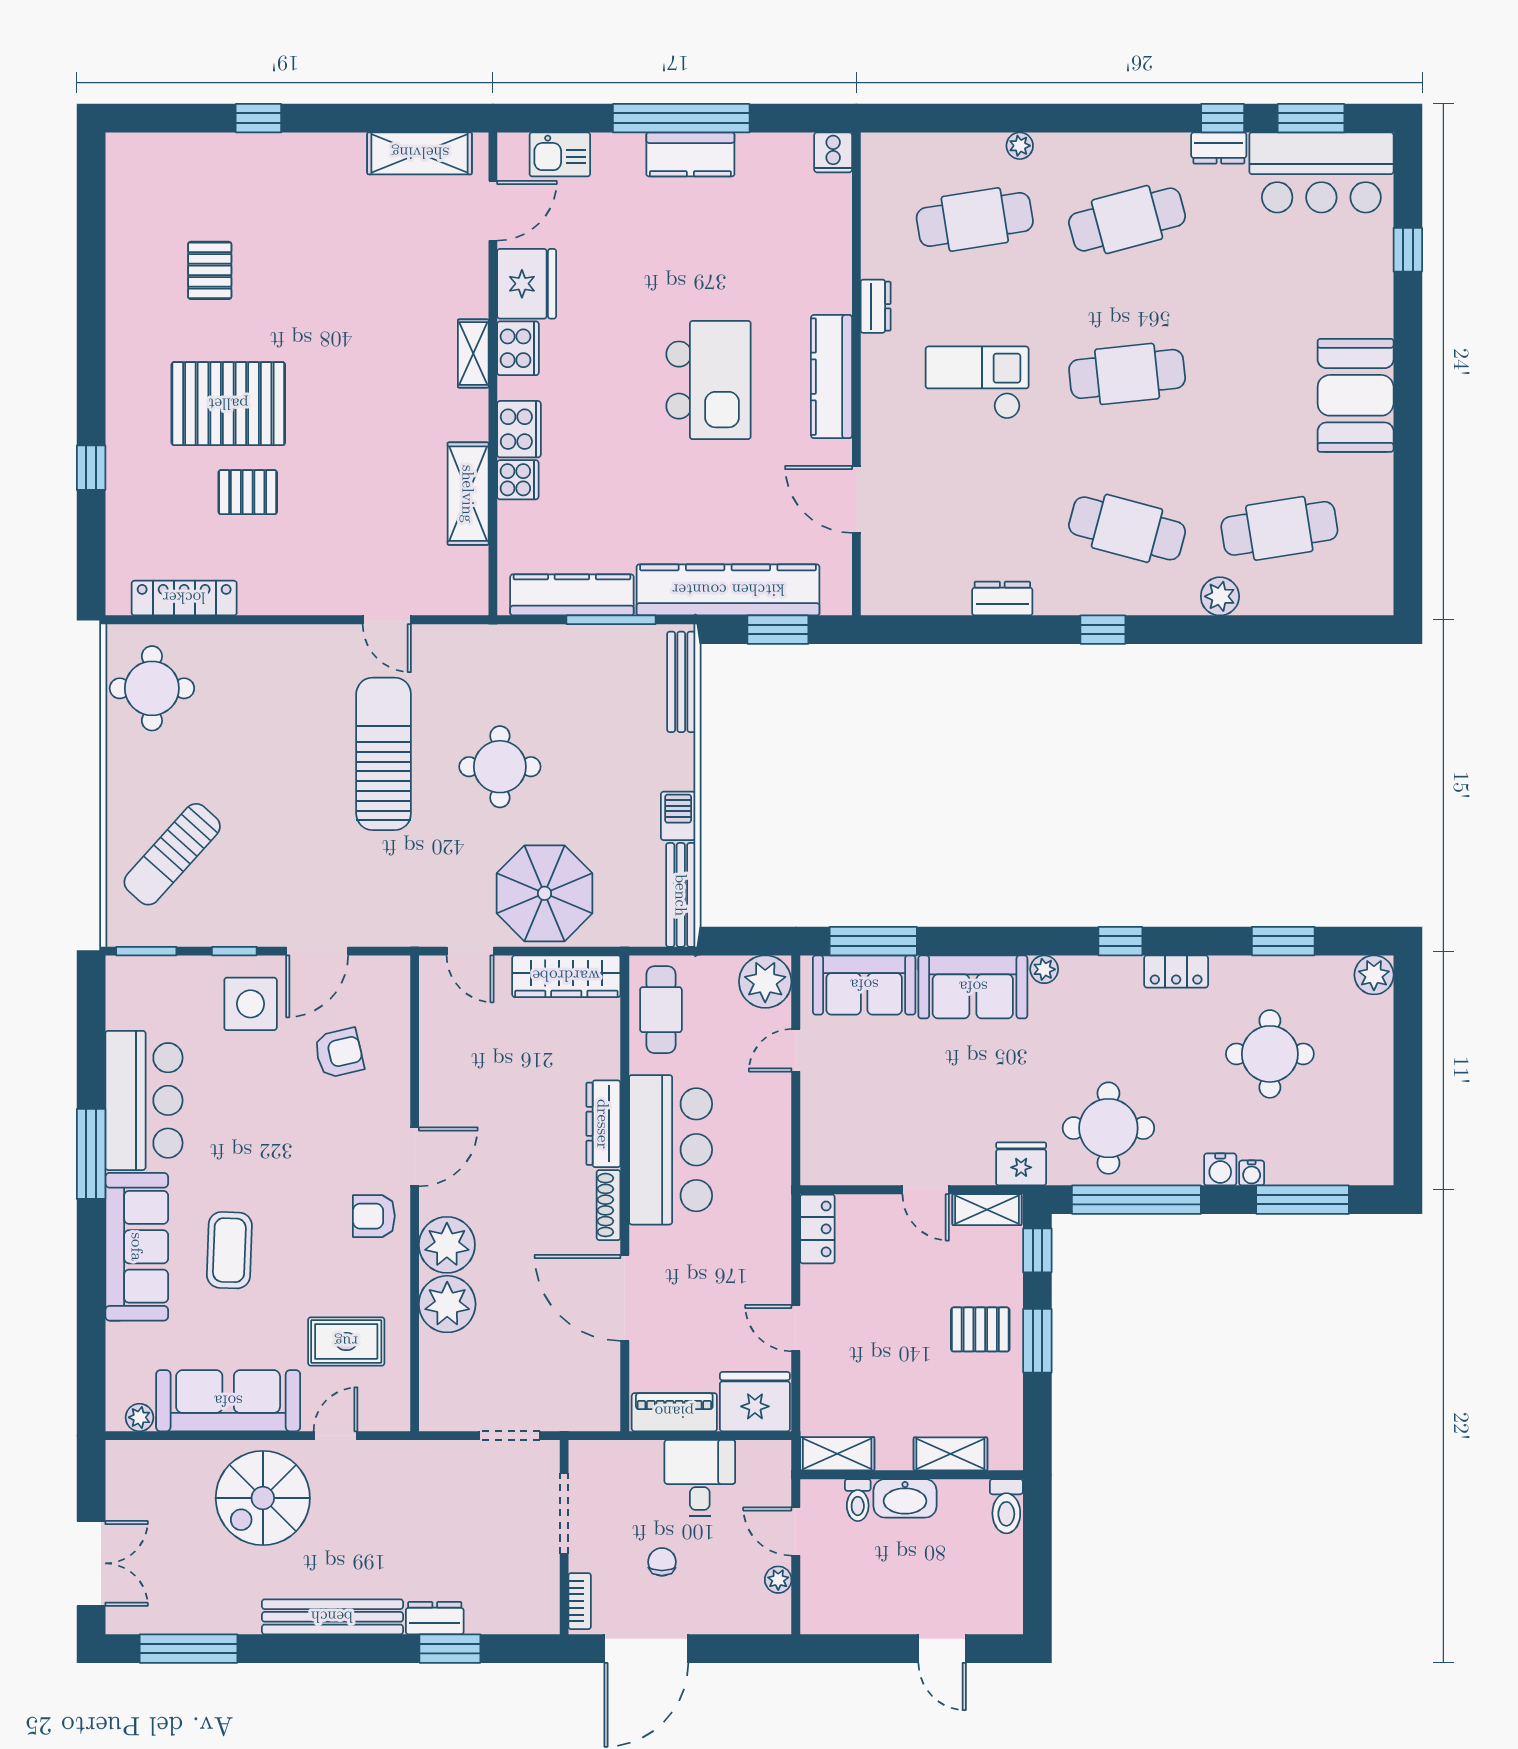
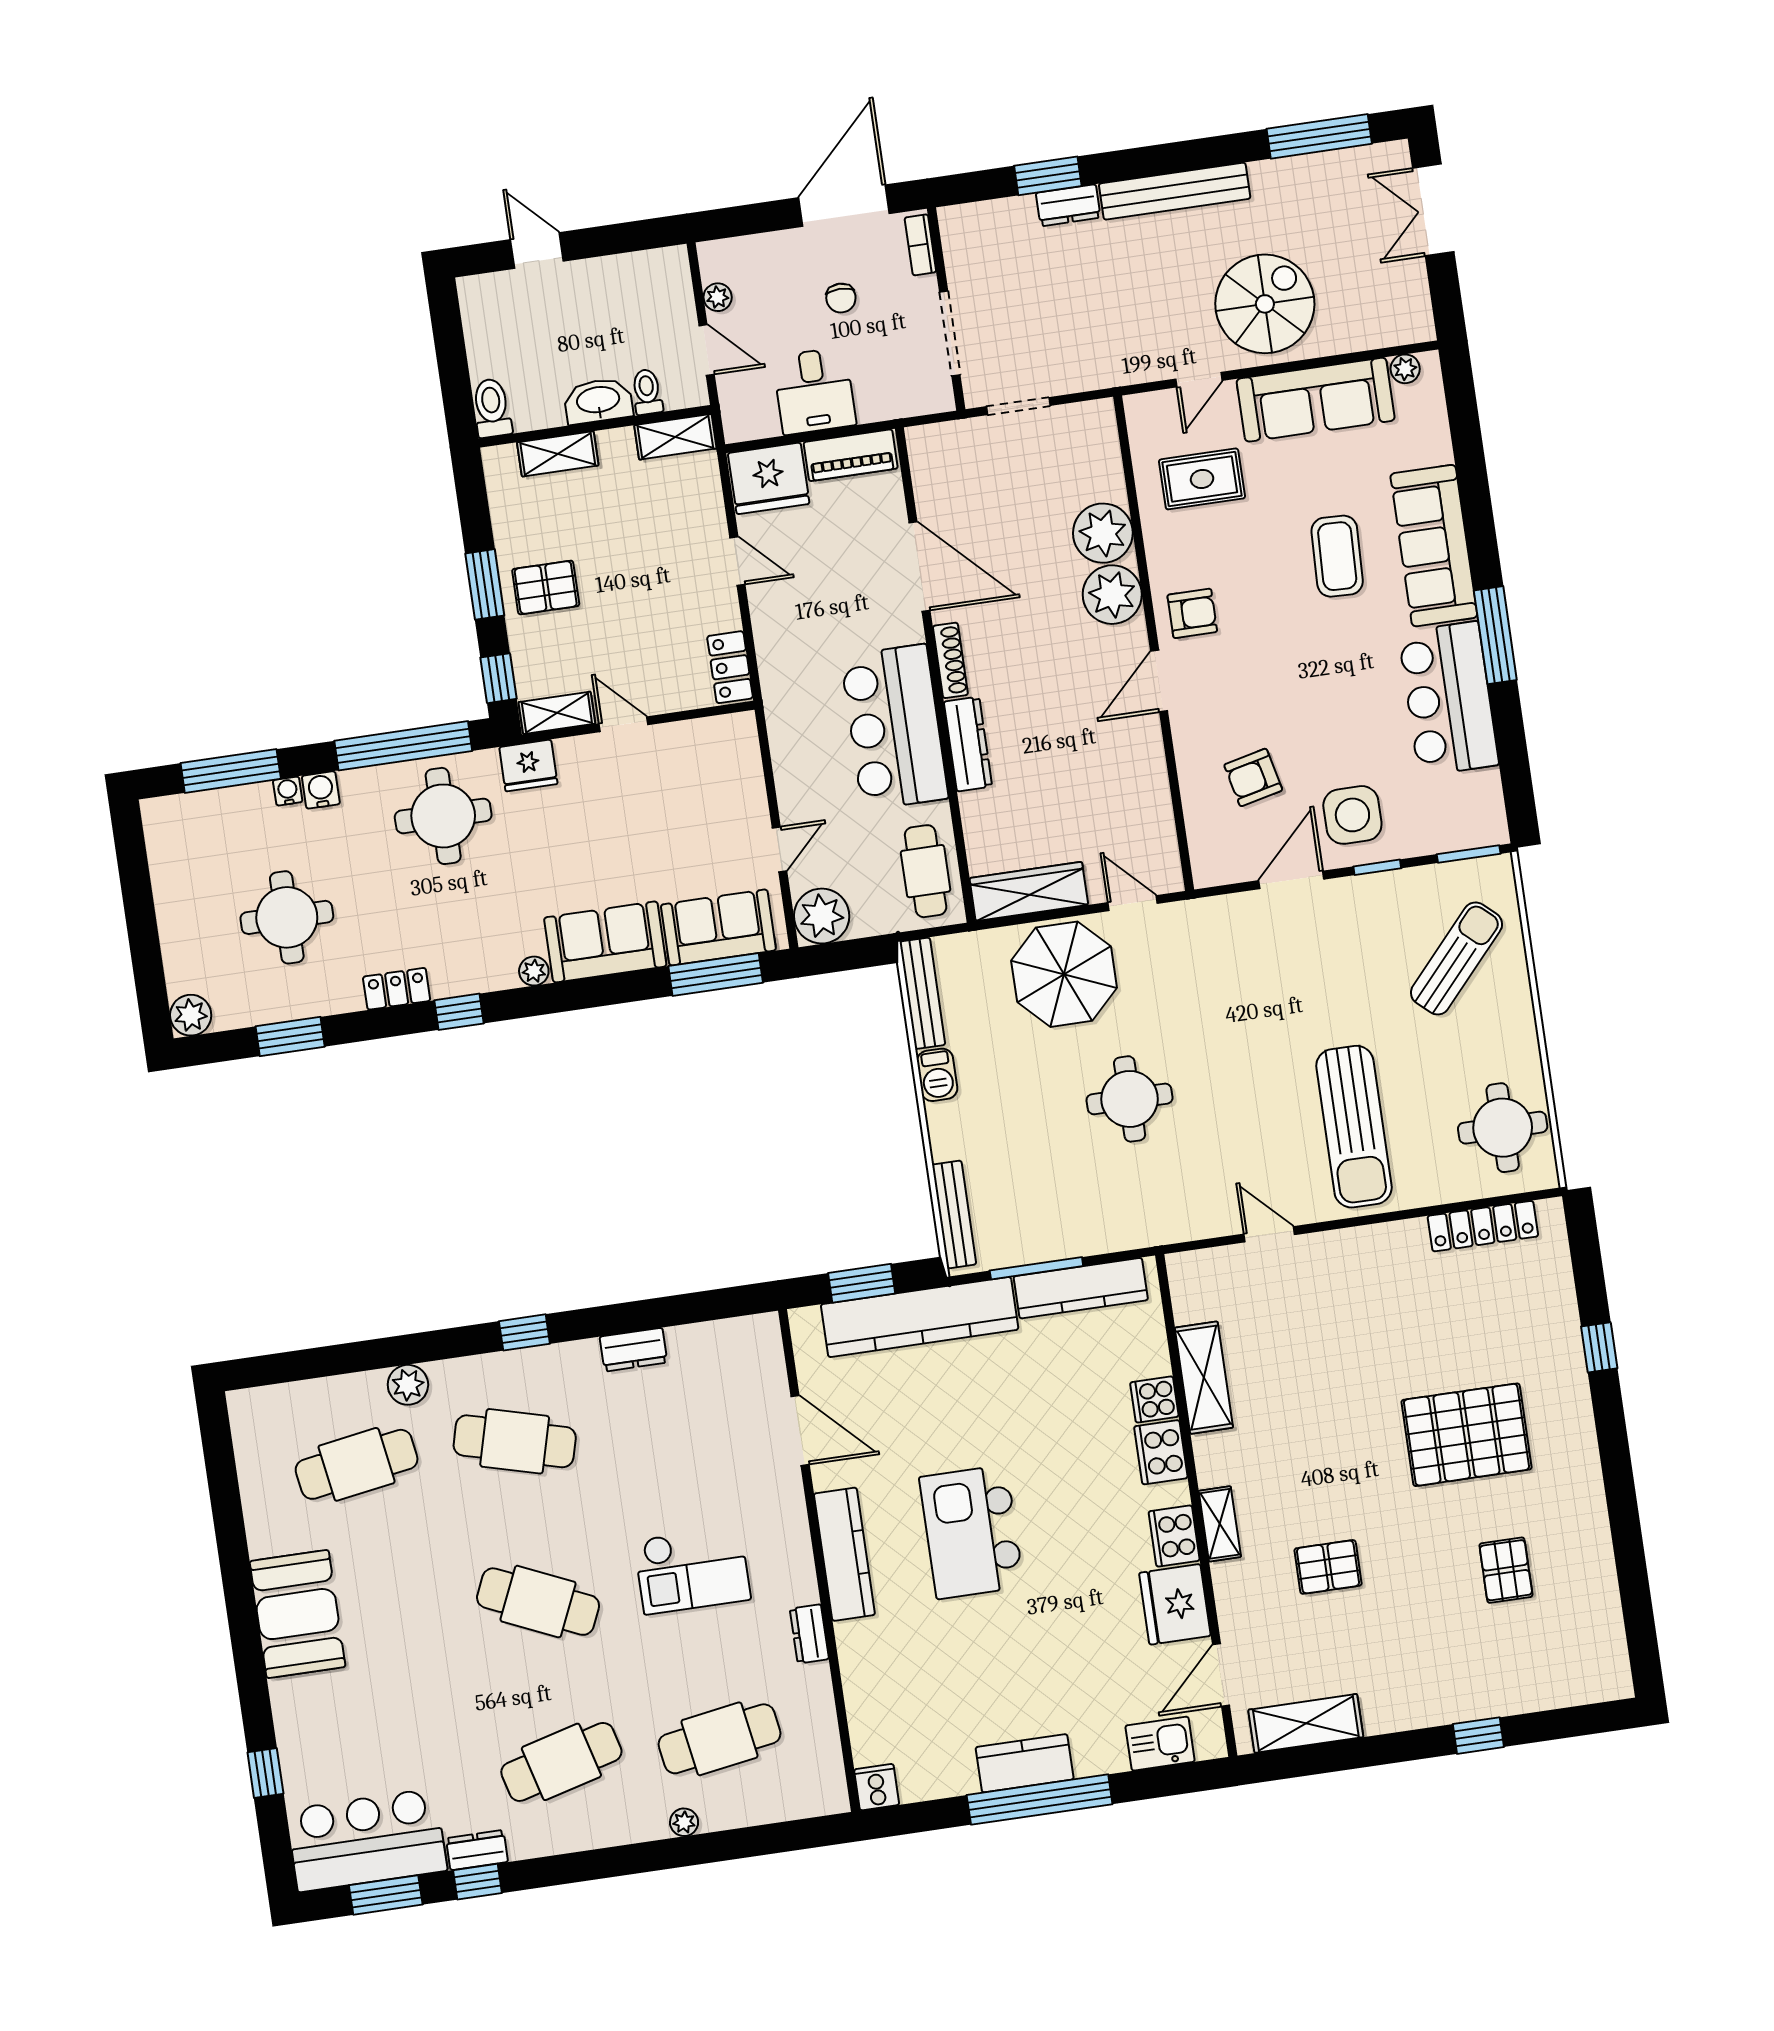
cafe table: (1127, 374) -> (538, 1602), turned 30
pallet: (248, 492) -> (1328, 1567), moved
sun lounger: (384, 754) -> (1354, 1127), moved

